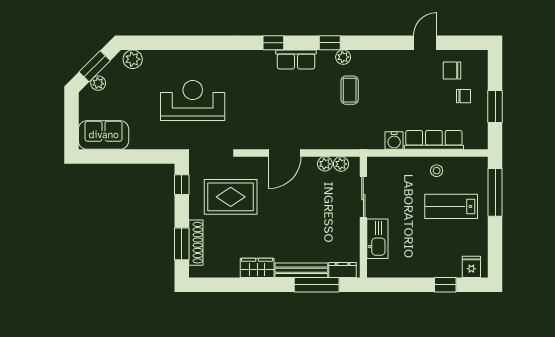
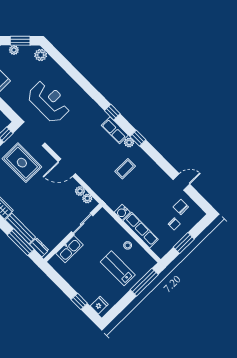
plant: (343, 57) -> (129, 142), moved

